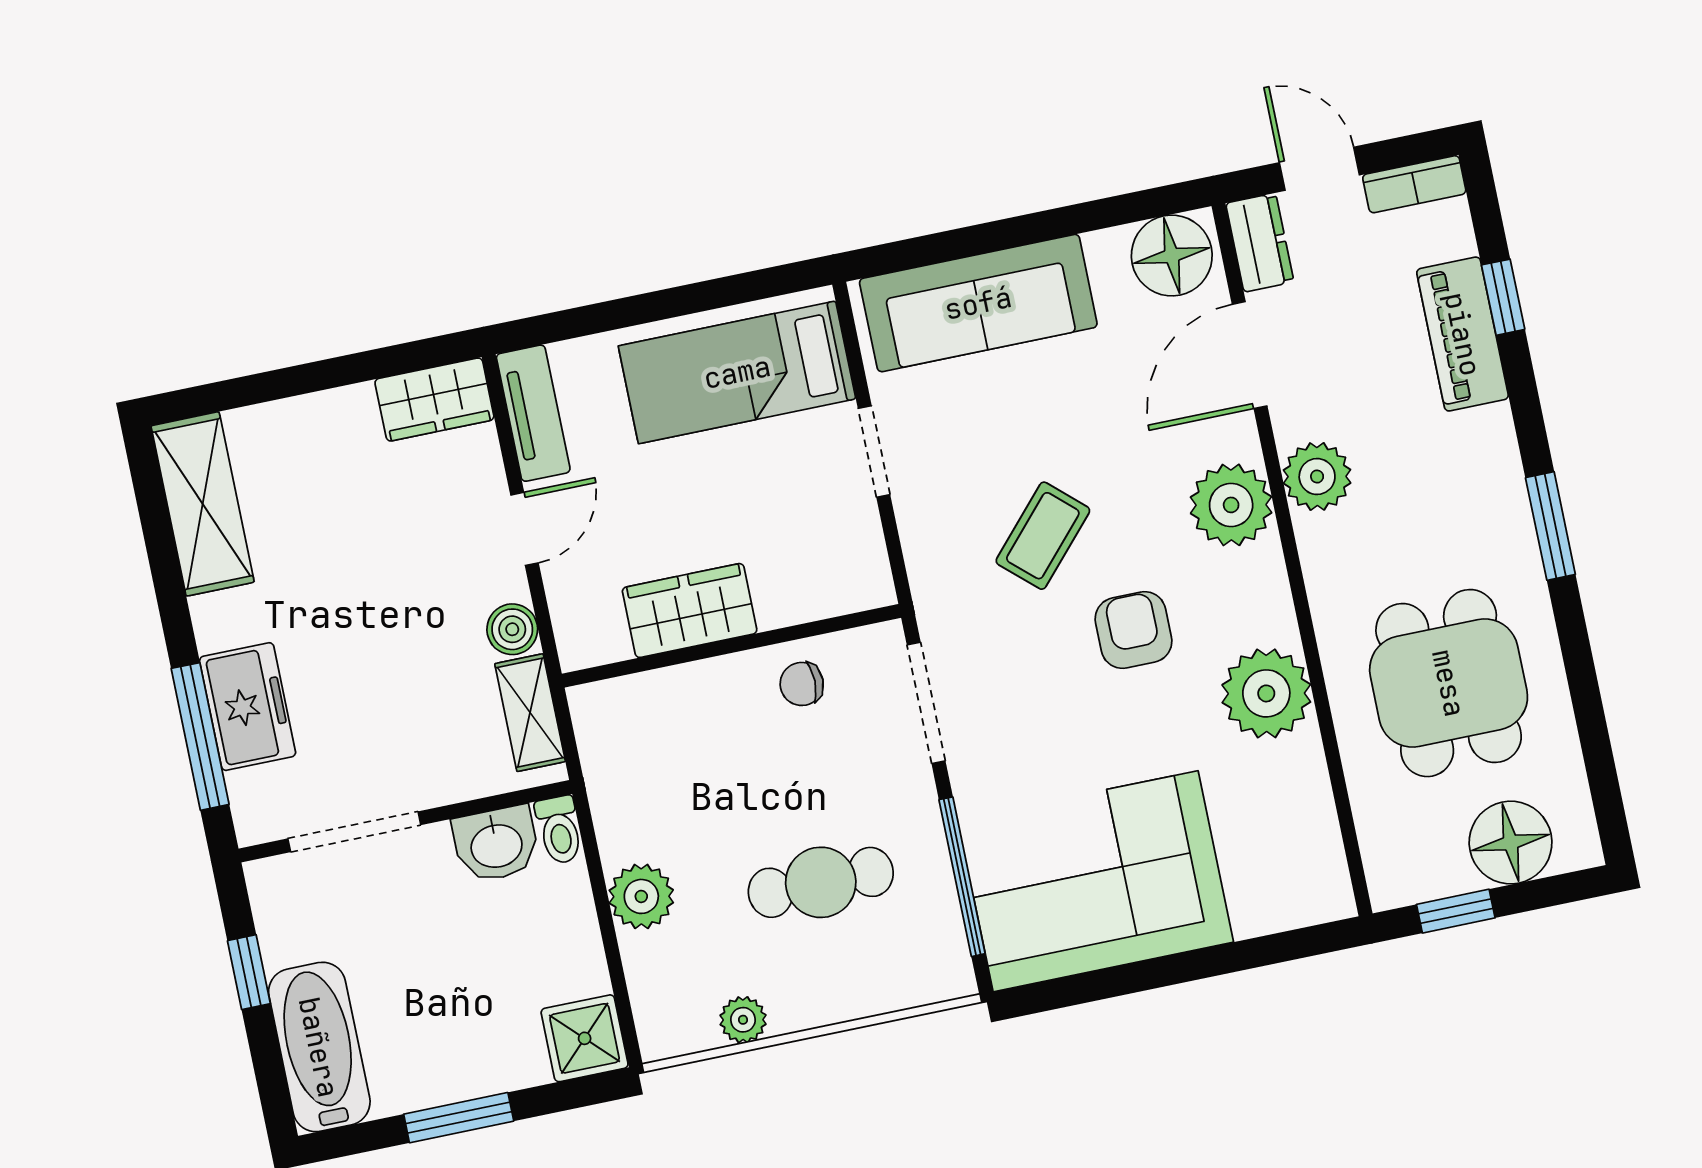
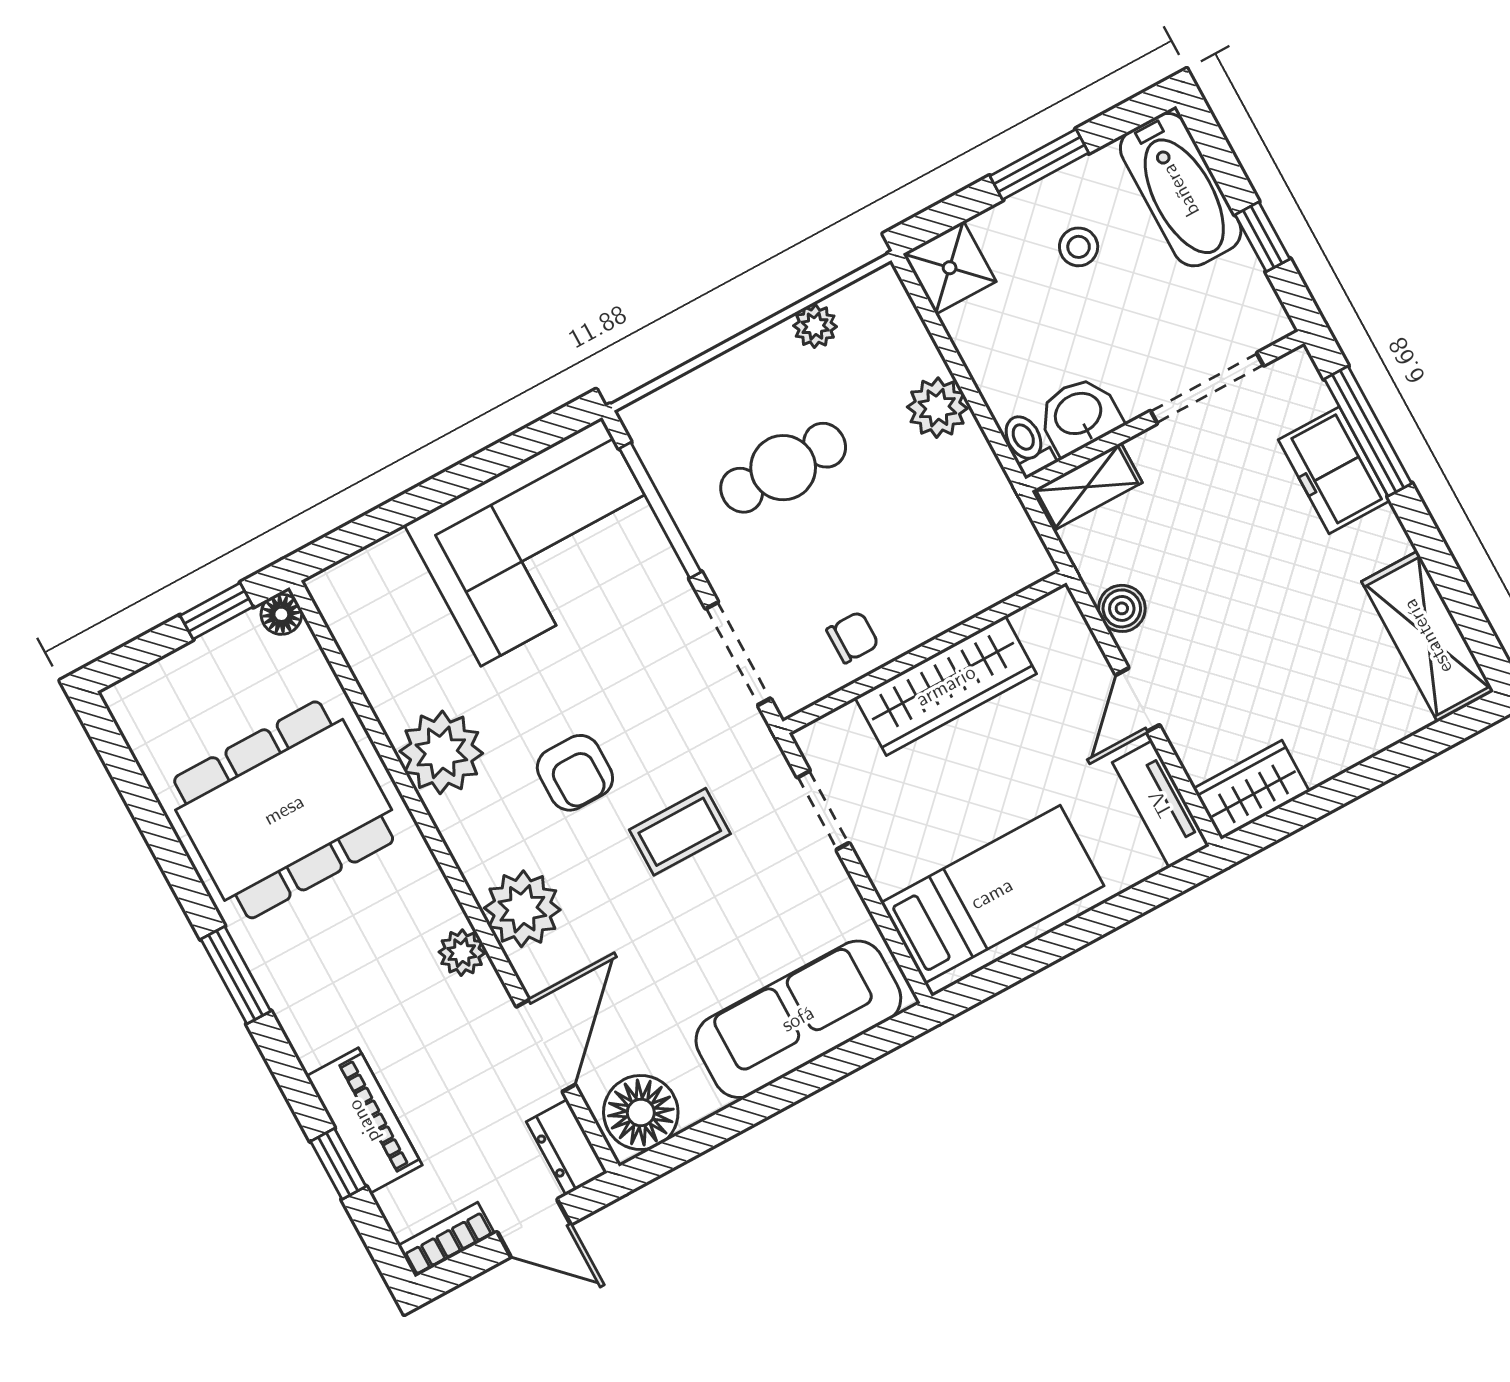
doorway: (874, 451) -> (823, 810), moved
plant: (1317, 477) -> (462, 953), width x0.73, depth x0.73
coffee table: (1043, 536) -> (680, 832), turned 48
wardrobe: (690, 611) -> (946, 686), width x1.50
dining table: (1449, 683) -> (284, 810), width x1.38
shelving: (530, 713) -> (1087, 487), moved, turned 90
floor lamp: (1511, 843) -> (281, 614), moved, width x0.53, depth x0.53
stool: (444, 1019) -> (1079, 247), added

